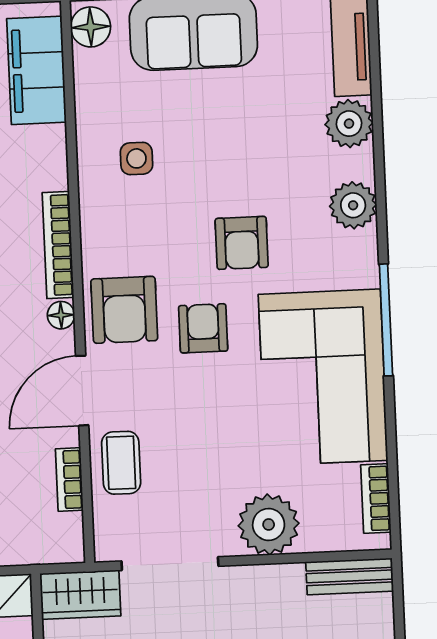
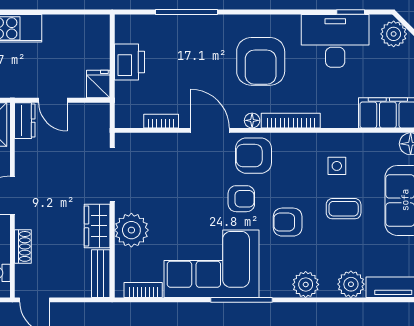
coffee table: (121, 463) -> (344, 209), moved
wardrobe: (80, 595) -> (97, 226), moved

